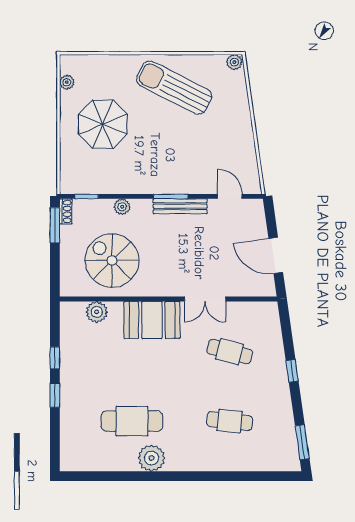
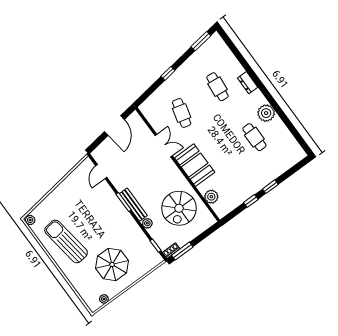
sun lounger: (174, 88) -> (66, 241), turned 145
bench: (180, 206) -> (133, 205), moved
cafe table: (132, 421) -> (254, 137), width x0.73, depth x0.74
dresser: (207, 463) -> (248, 83), added

